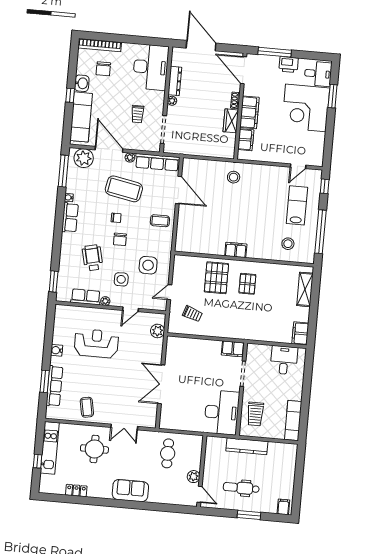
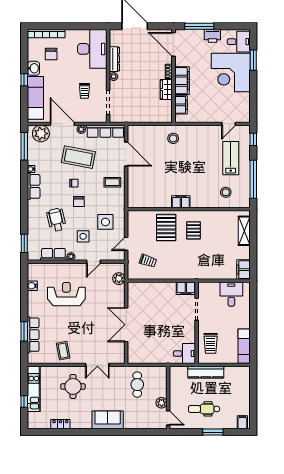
water cooler: (57, 350) -> (32, 286), moved
desk: (222, 412) -> (184, 353), width x0.53, depth x0.77

